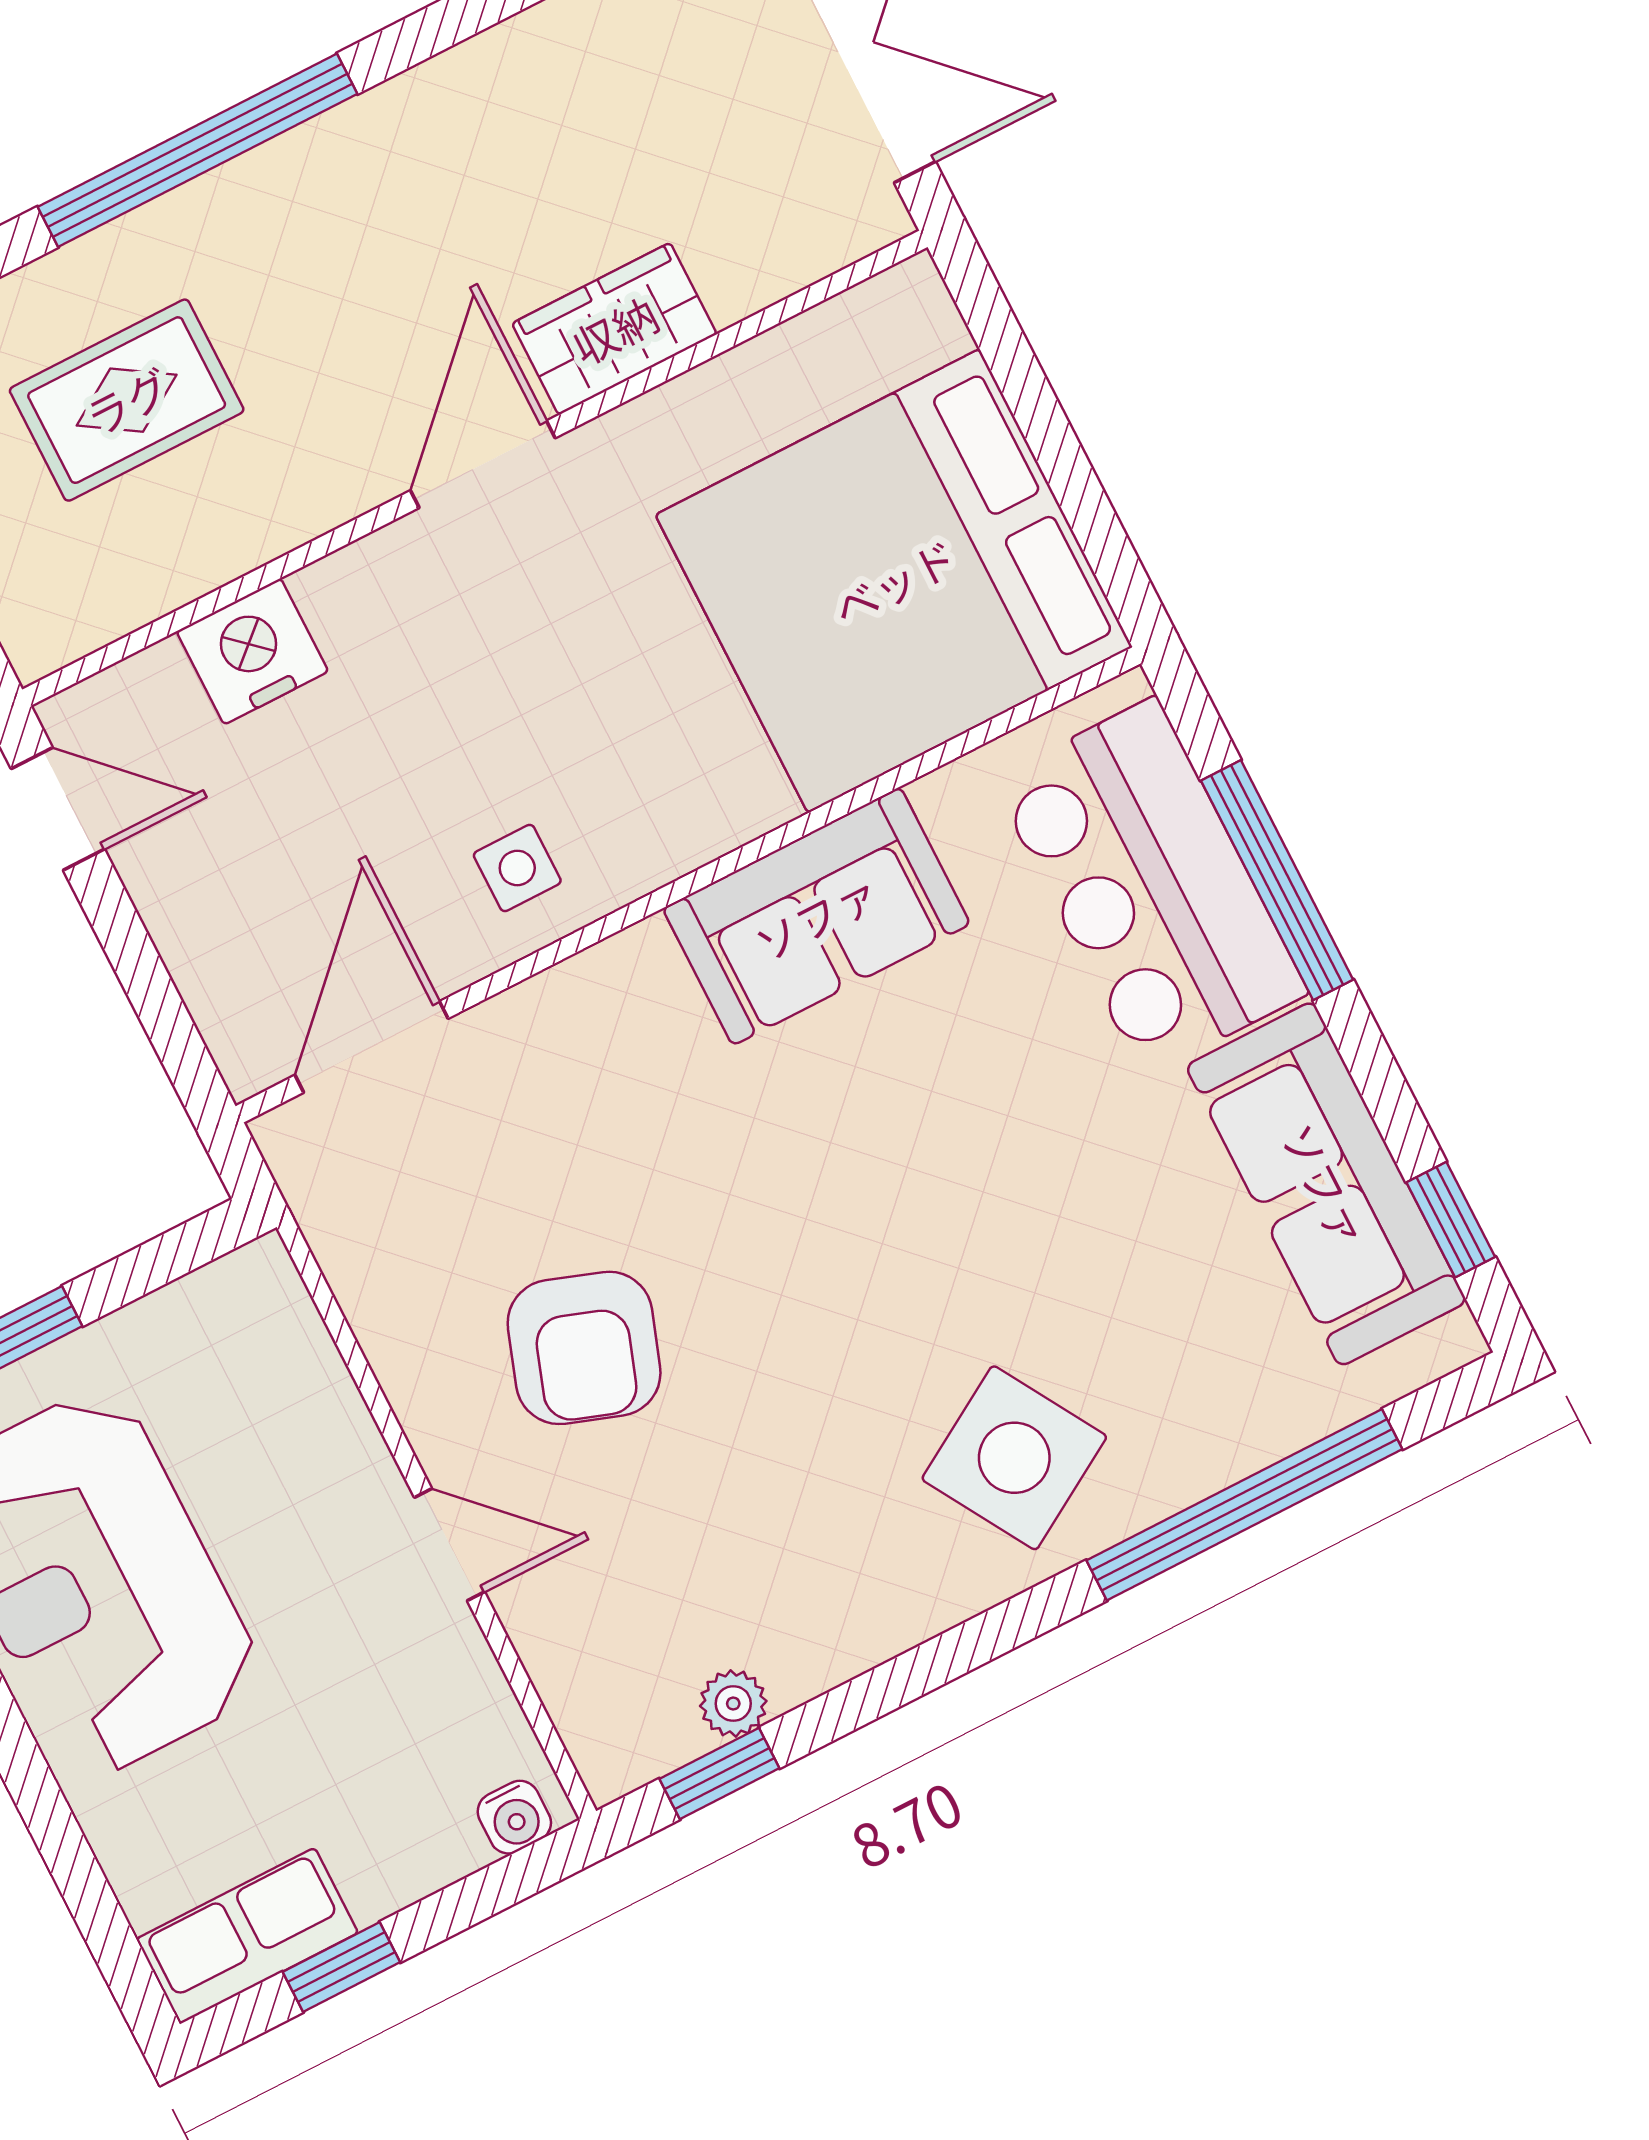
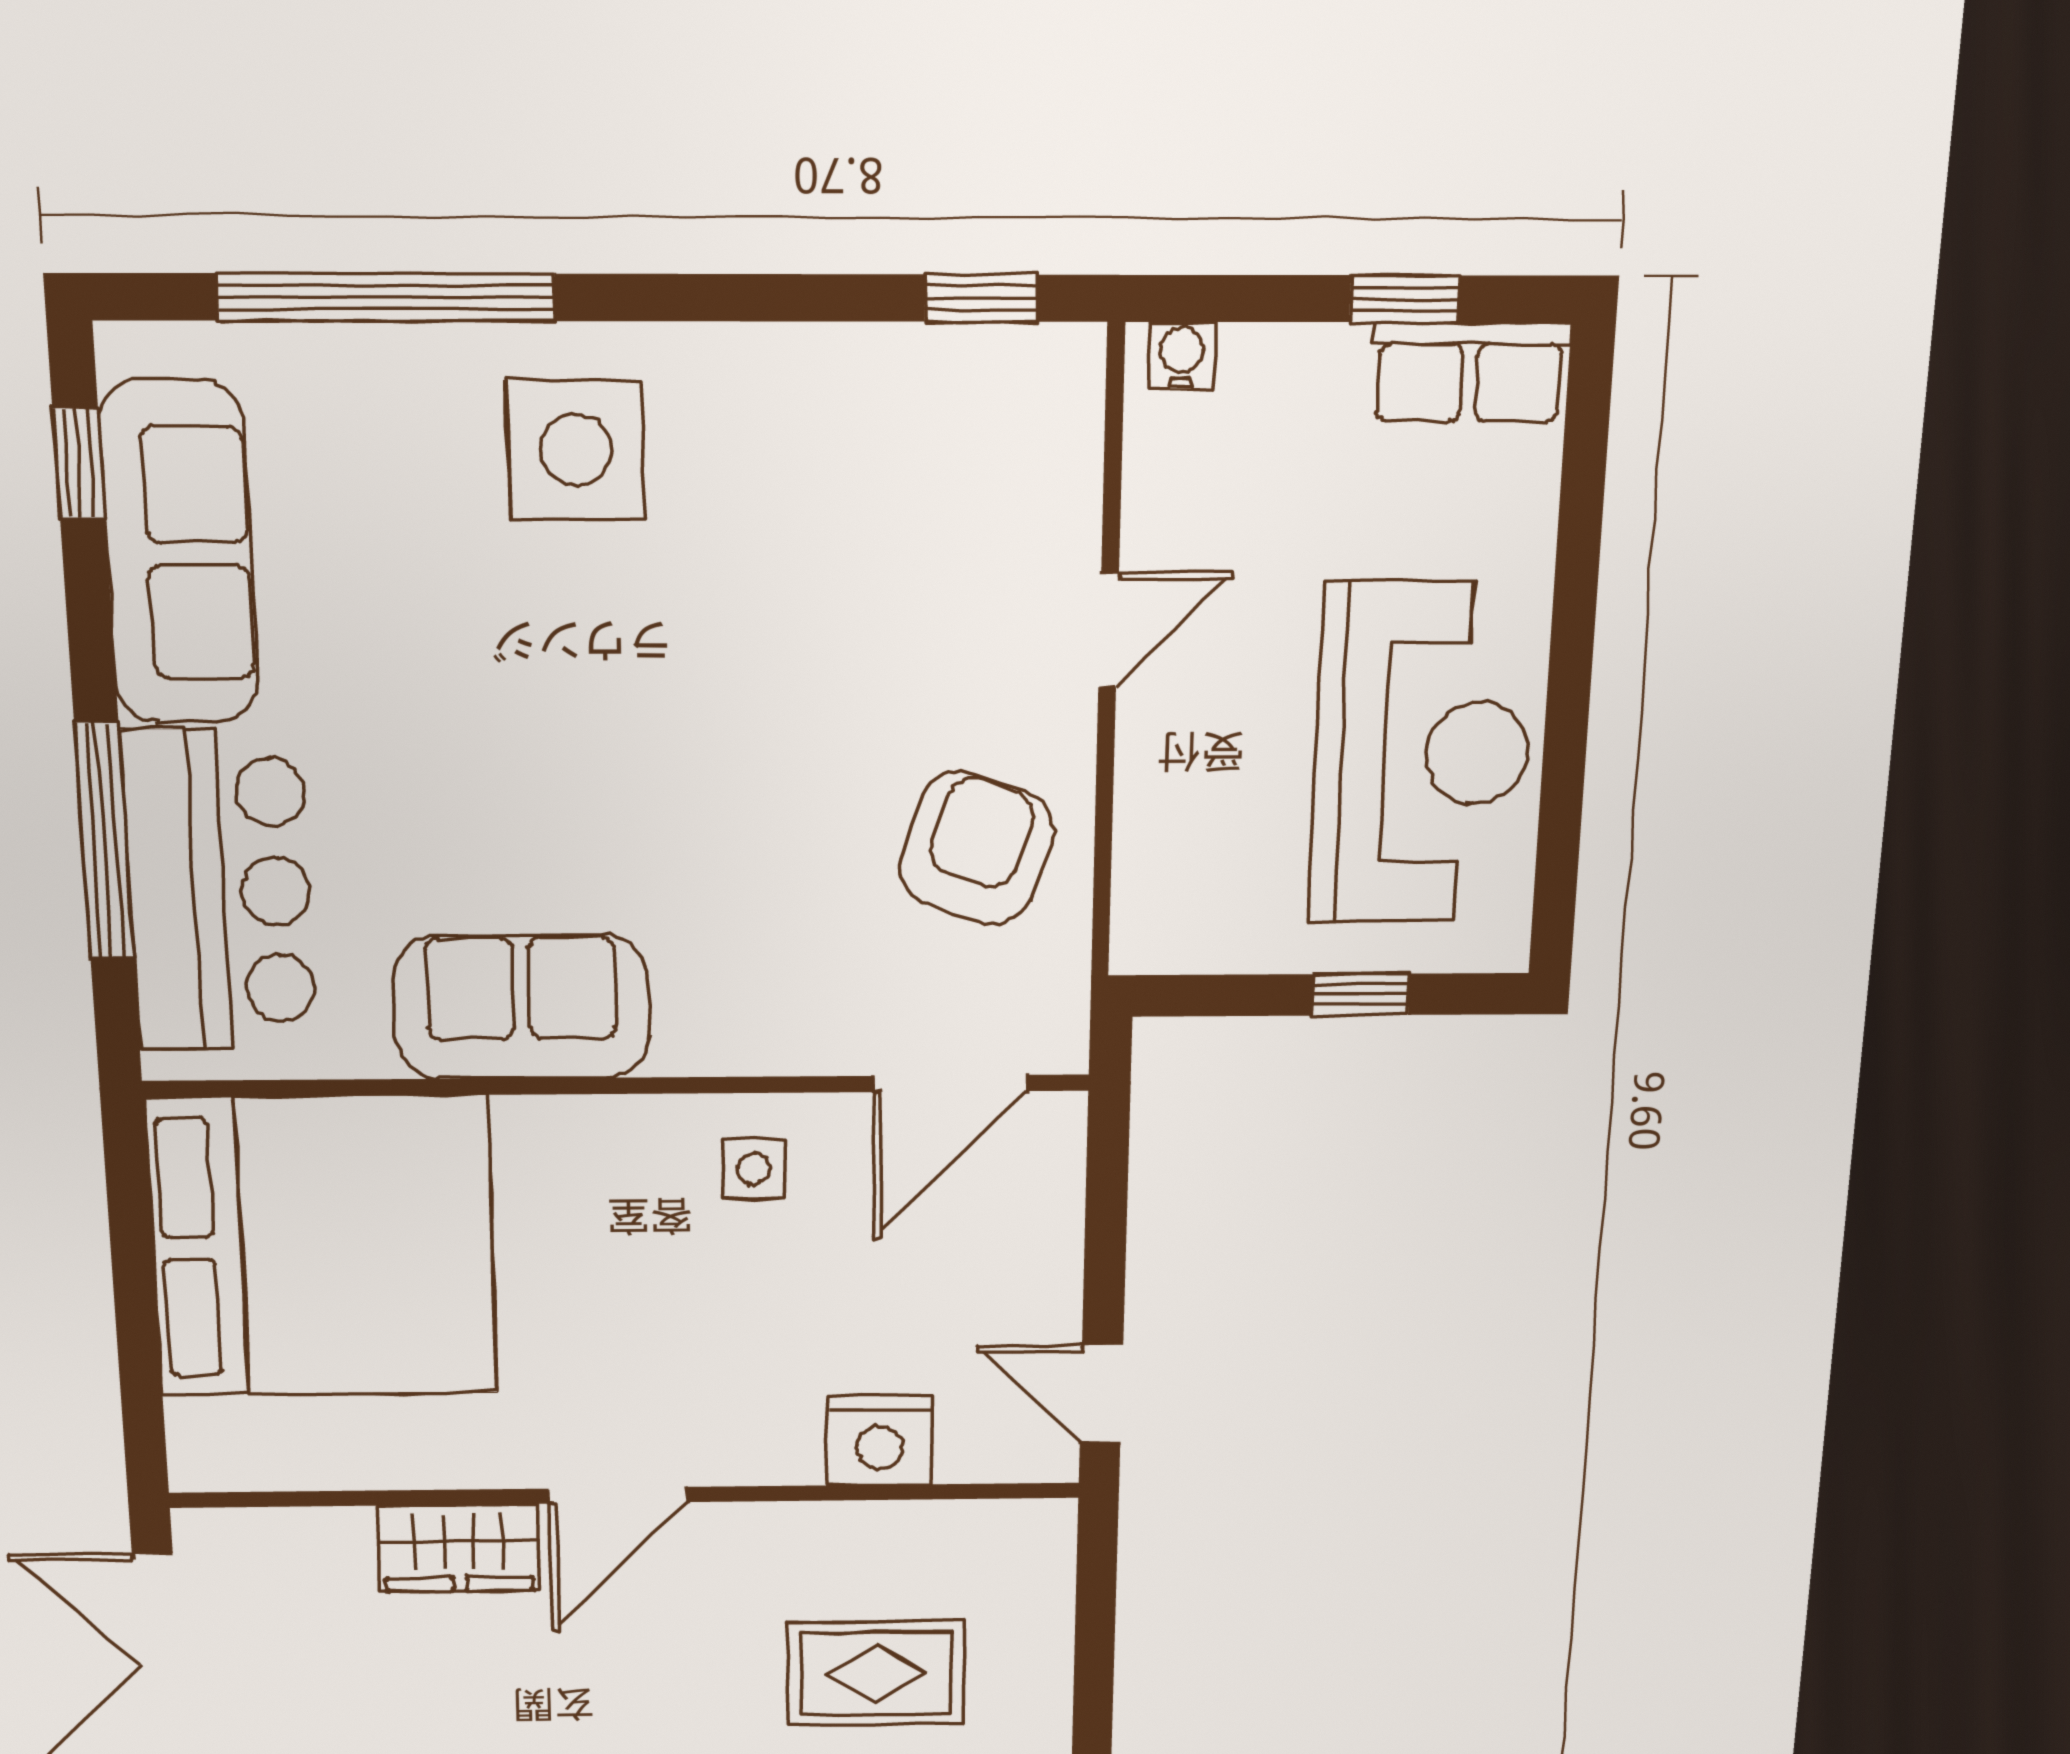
armchair: (584, 1348) -> (976, 848), moved
side table: (1014, 1458) -> (576, 450), turned 31
door: (450, 1545) -> (1109, 630), swing flipped
plant: (733, 1704) -> (936, 356), removed

